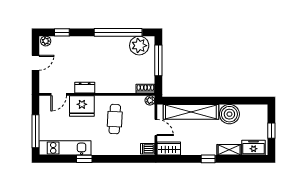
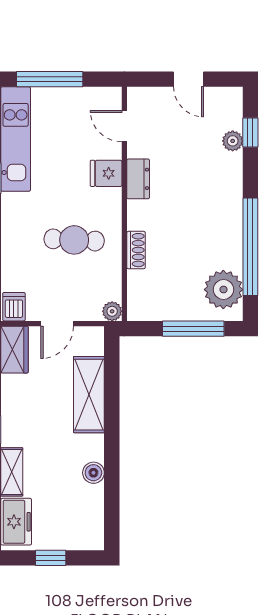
plant: (46, 41) -> (233, 141), moved
shoe rack: (145, 89) -> (136, 250), moved
fridge: (82, 106) -> (106, 173), width x0.53, depth x0.75
shelving: (191, 112) -> (89, 395), width x0.68
boiler: (229, 114) -> (93, 473), width x0.54, depth x0.54

